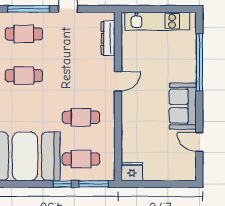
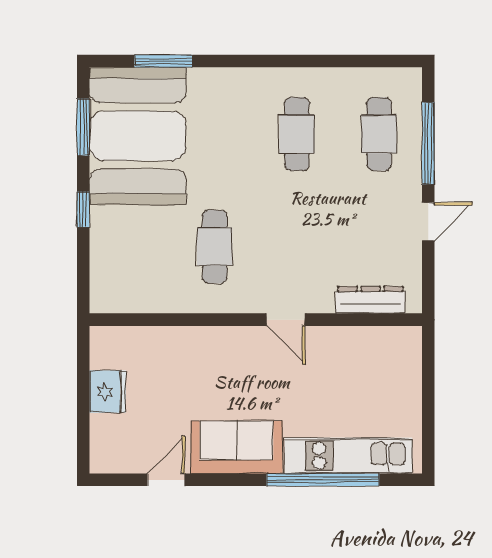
kitchen unit: (157, 21) -> (348, 456), moved, turned 90
cafe table: (81, 159) -> (132, 247), removed
fridge: (132, 172) -> (108, 391), moved
window: (93, 184) -> (83, 127), moved

